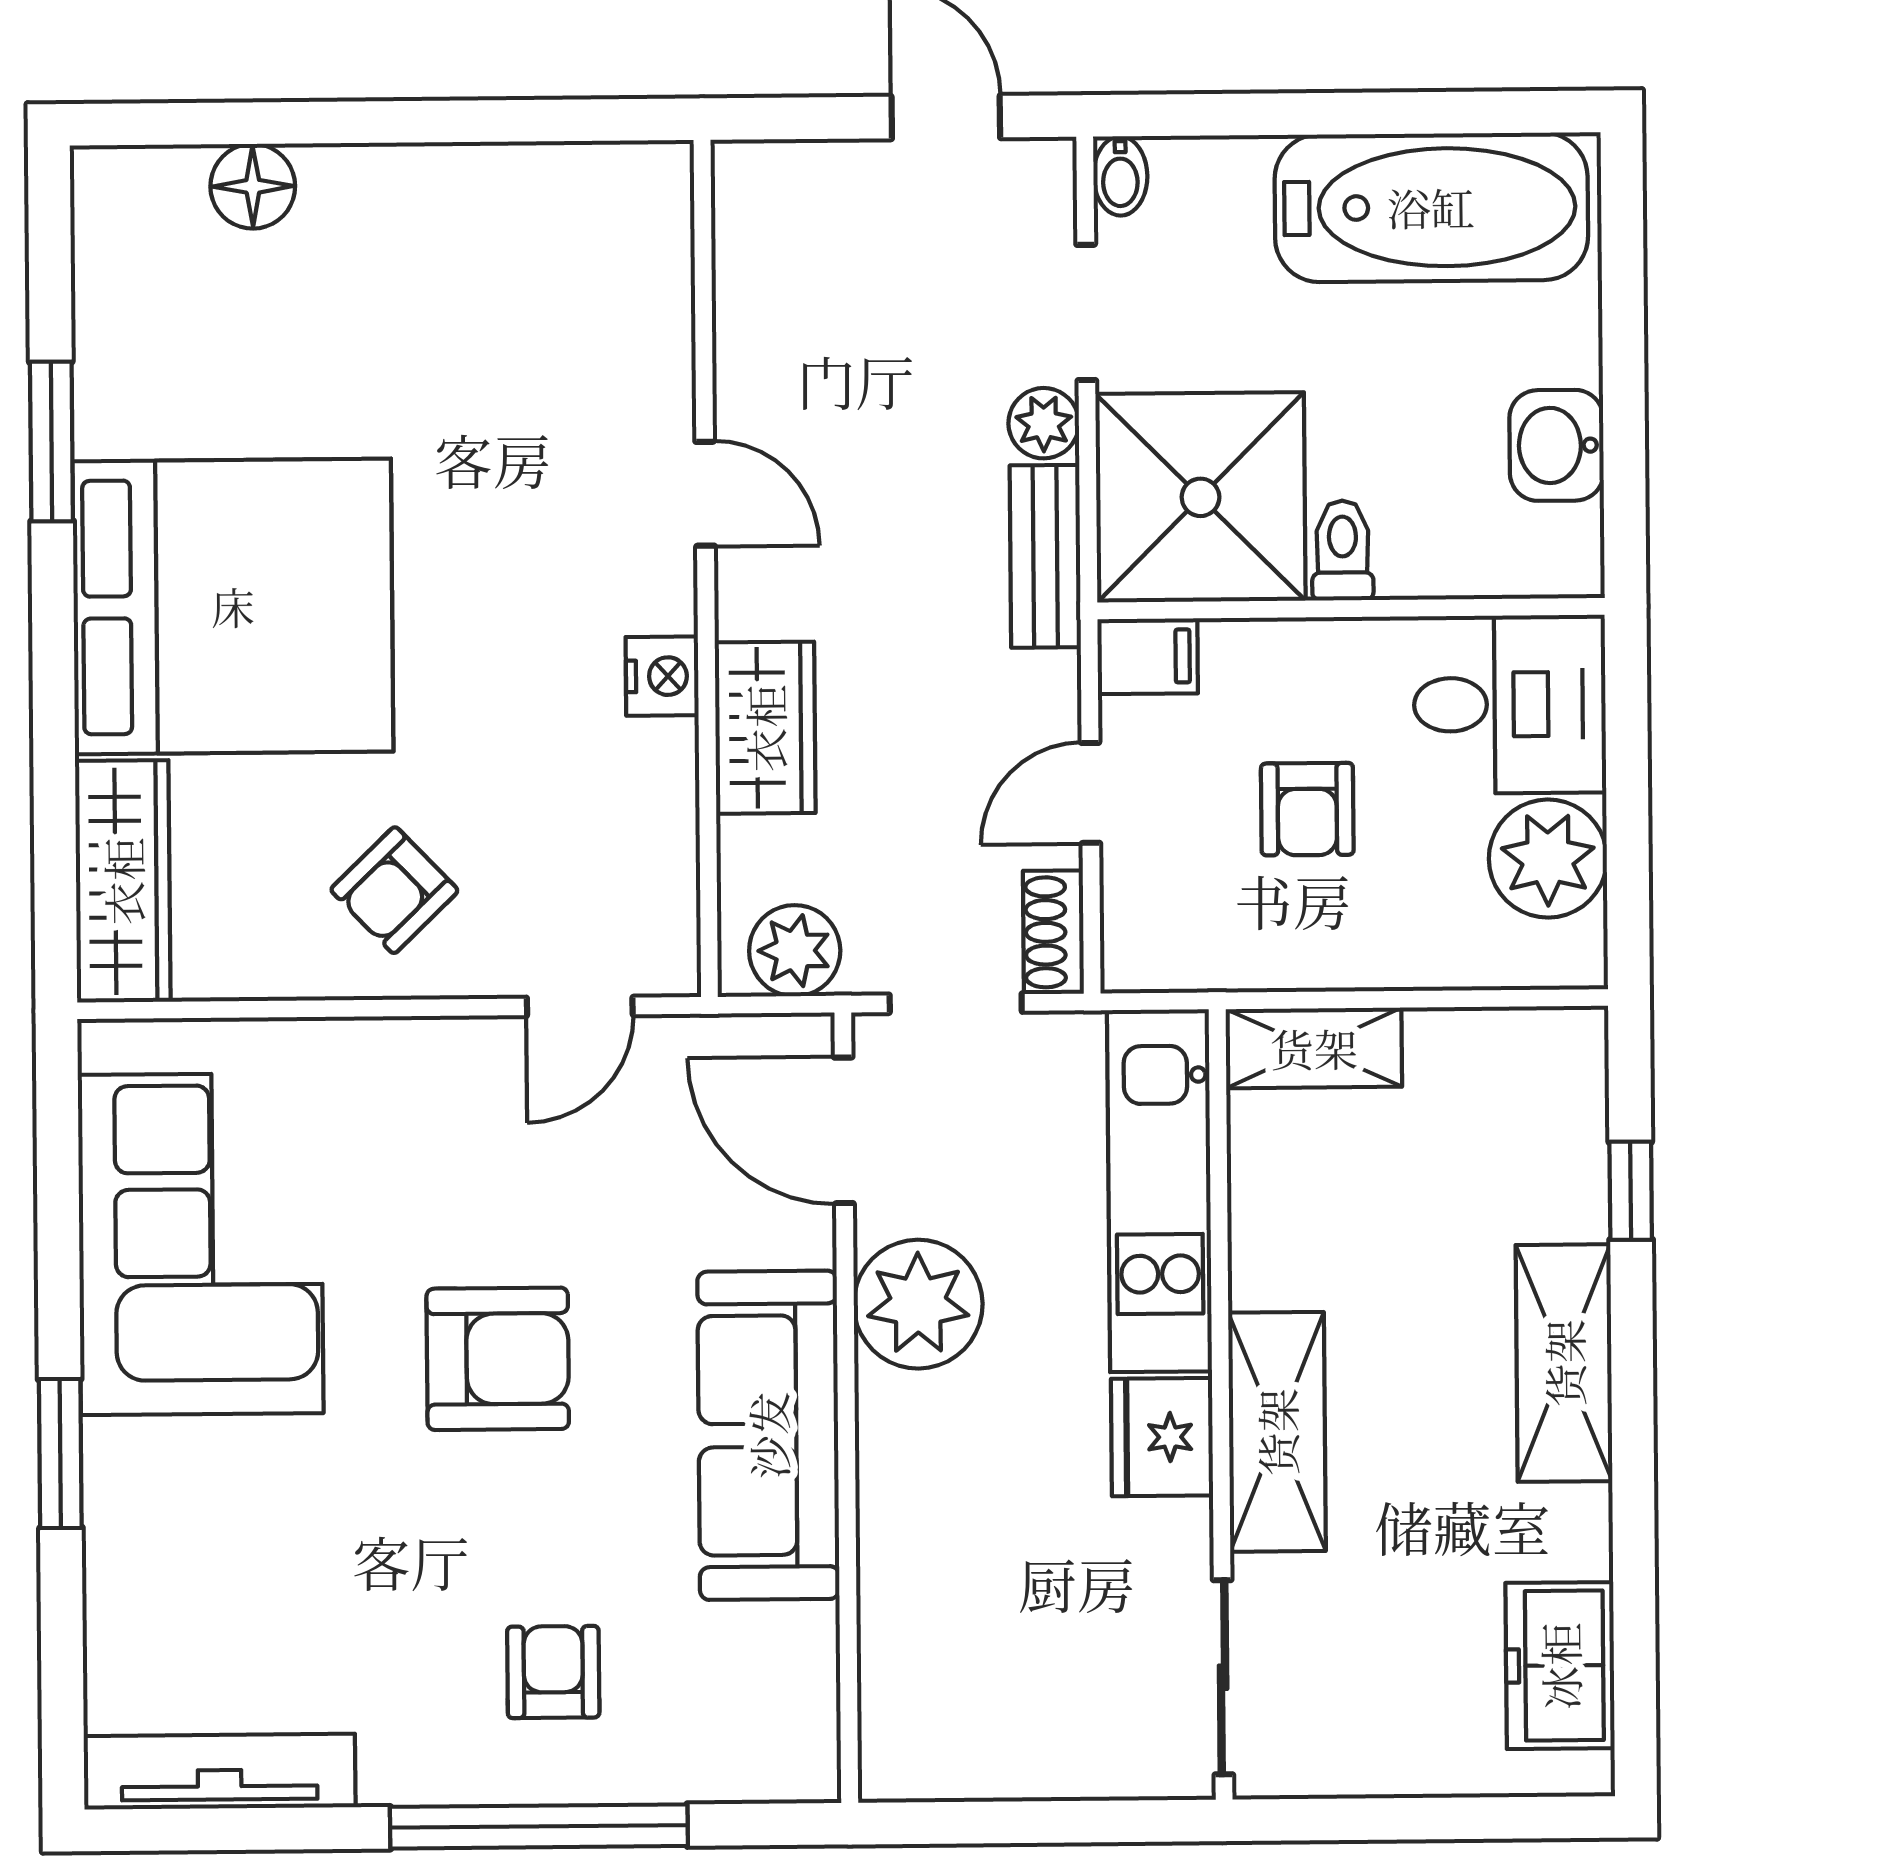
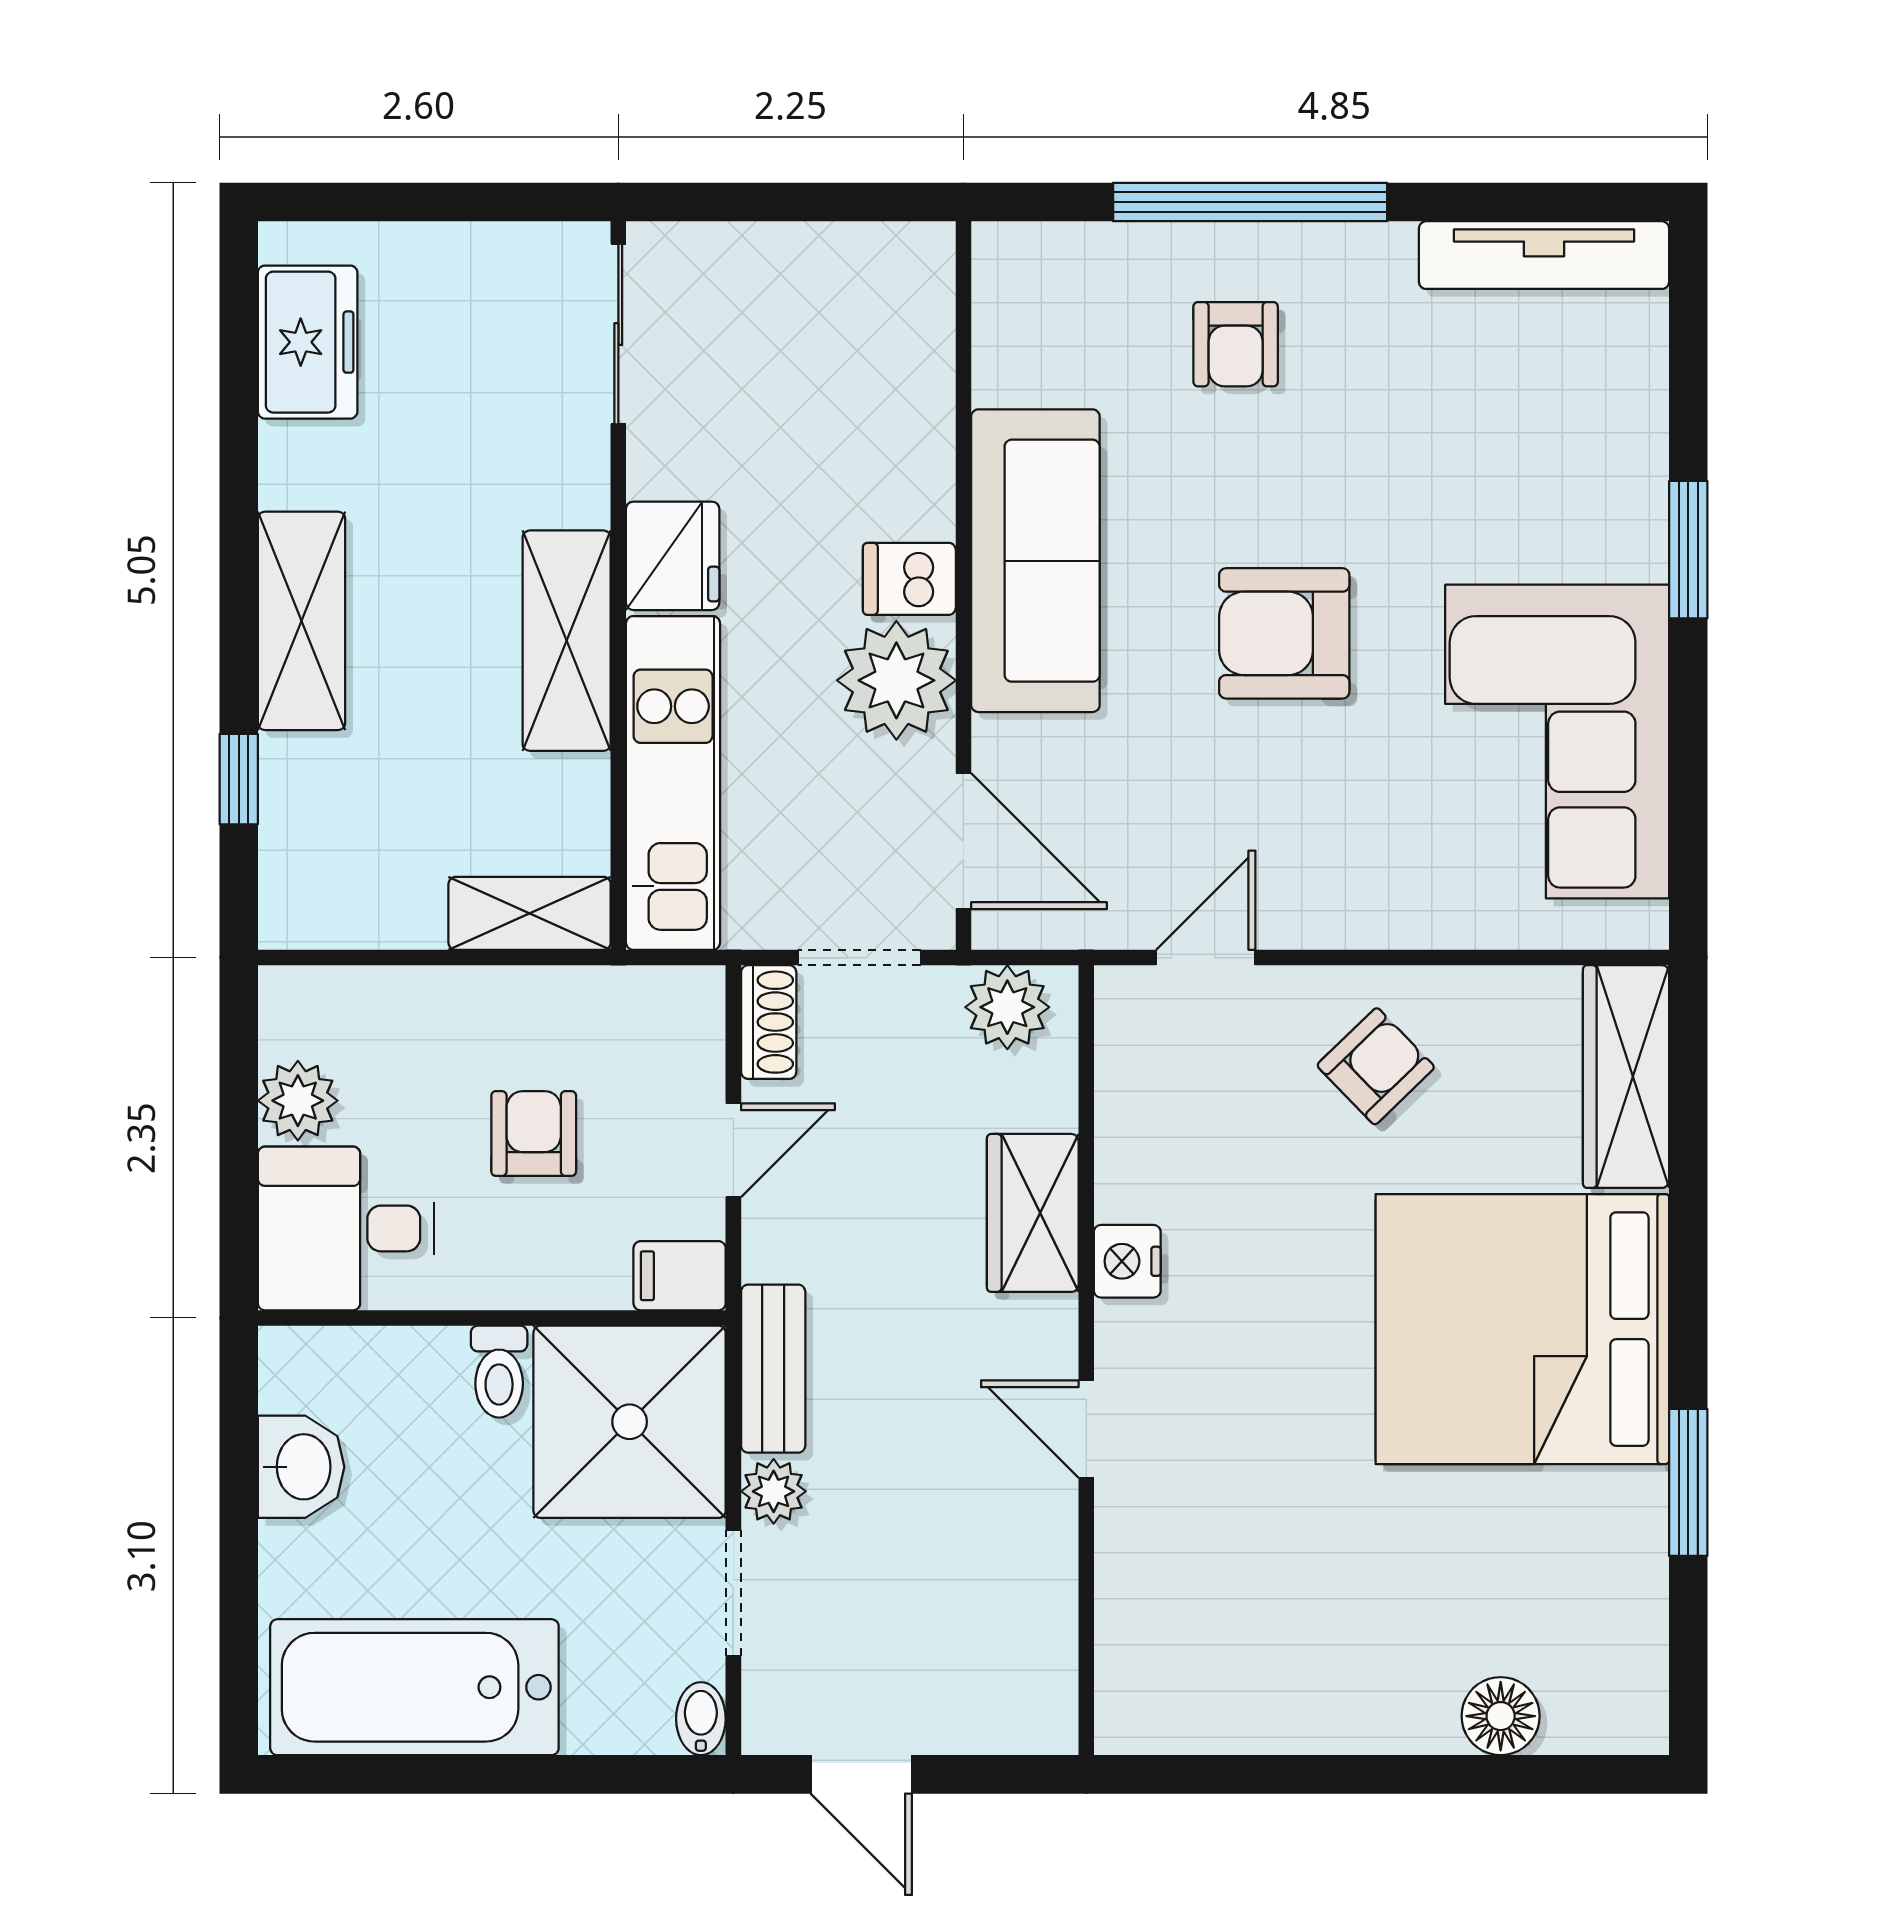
plant: (1548, 859) -> (298, 1101), width x0.73, depth x0.73
dishwasher: (905, 1414) -> (909, 579), added
shelving: (1277, 1432) -> (567, 641), moved

